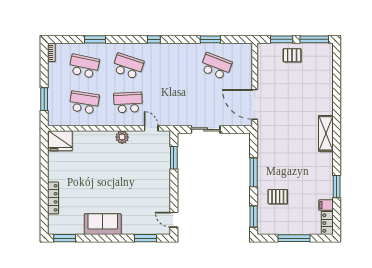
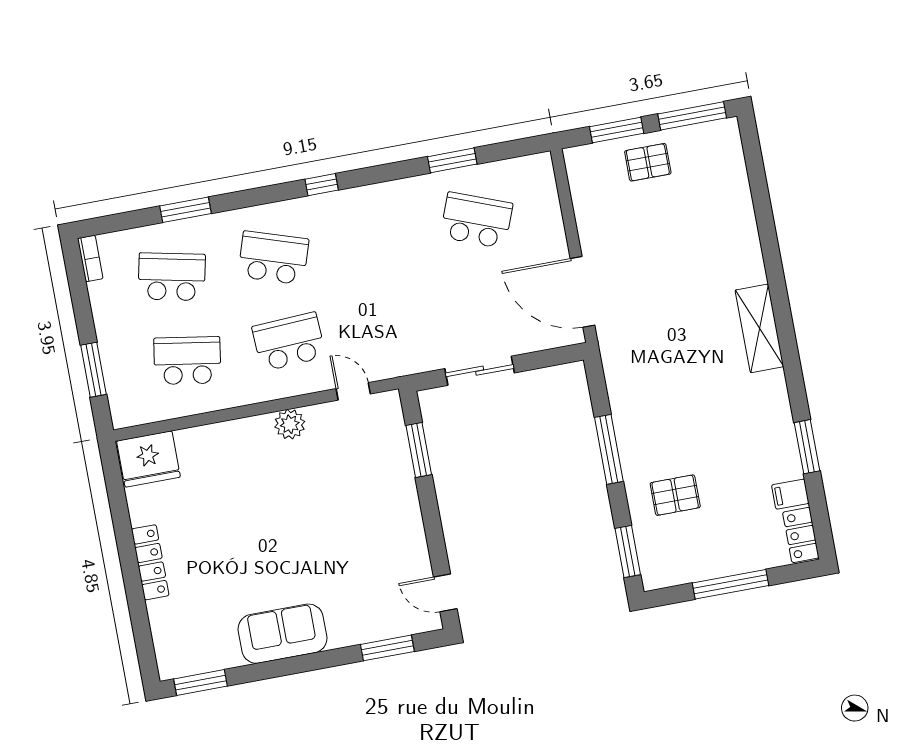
locker: (53, 198) -> (150, 562), moved

